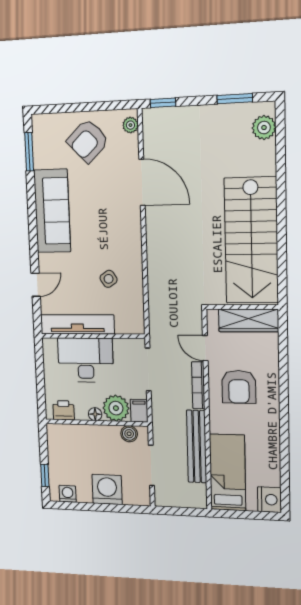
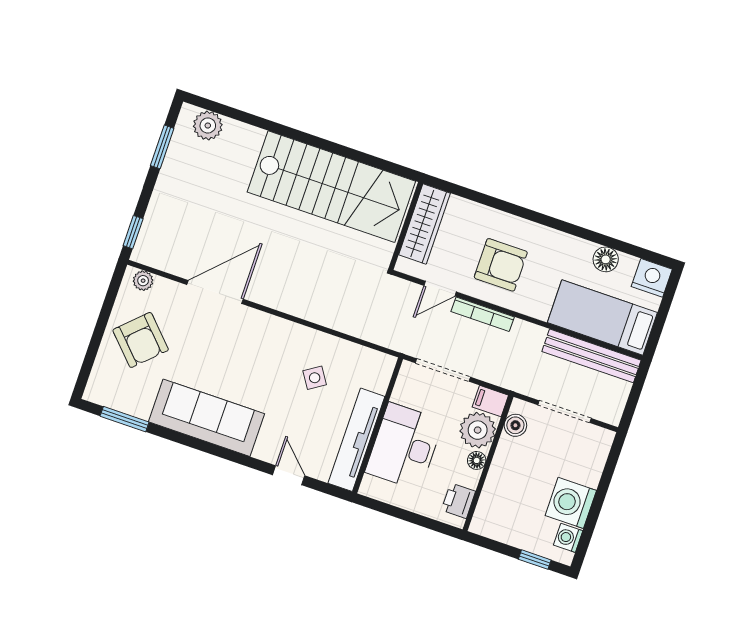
bench: (197, 447) -> (591, 356), moved
floor lamp: (271, 462) -> (606, 259), added
washing machine: (107, 489) -> (571, 503), moved

